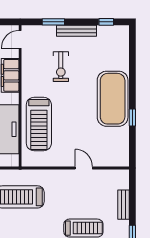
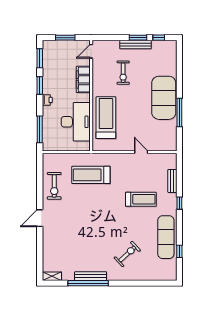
window: (53, 22) -> (138, 38), moved
window: (132, 117) -> (179, 113), width x2.17
treadmill: (39, 124) -> (106, 118), turned 180

